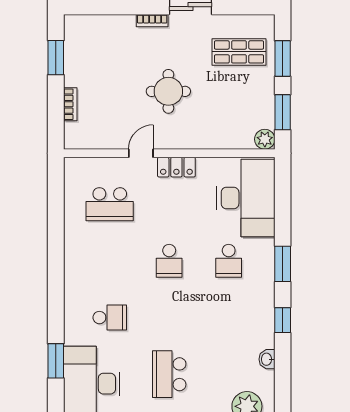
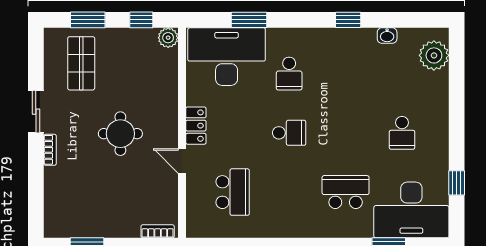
bookcase: (70, 104) -> (158, 231), moved
window: (283, 112) -> (141, 20), width x0.67
school desk: (229, 261) -> (289, 74), turned 90
window: (283, 264) -> (249, 20), moved
school desk: (110, 318) -> (346, 192), width x1.85
school desk: (169, 374) -> (402, 133), width x0.54

